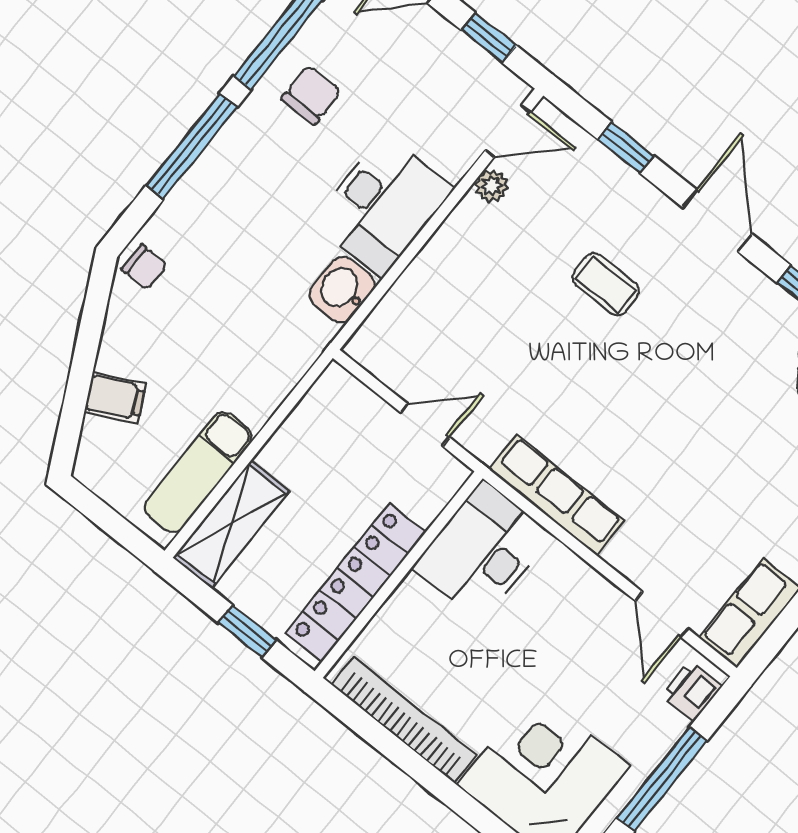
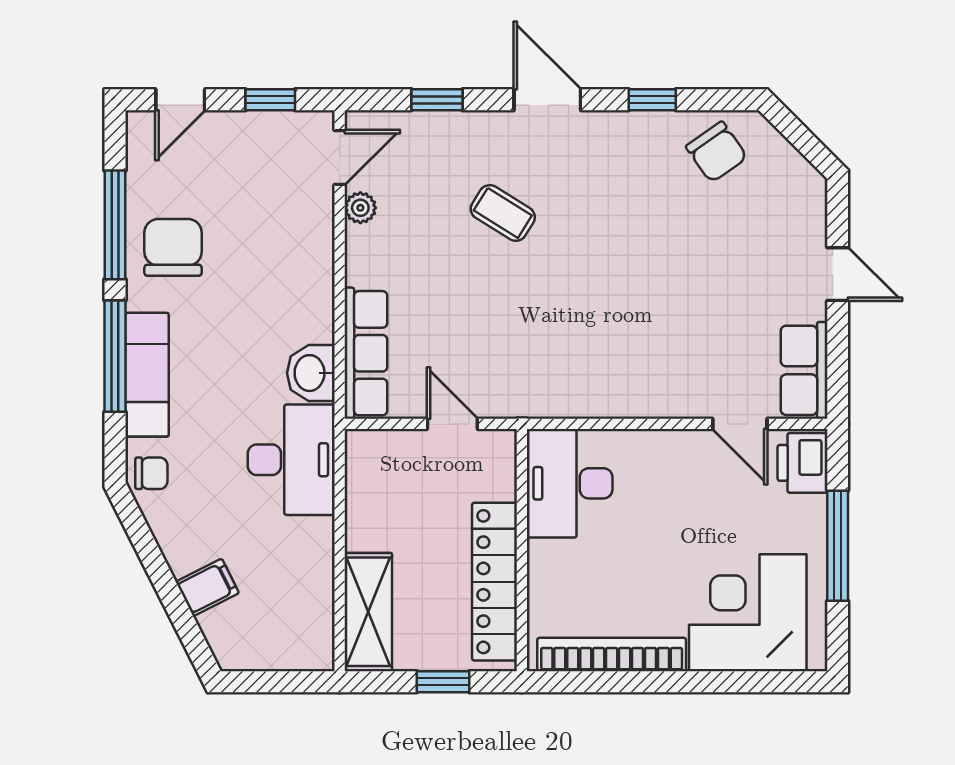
chair: (311, 95) -> (173, 247), width x1.37, depth x1.37
desk: (383, 205) -> (291, 460), moved
coffee table: (606, 284) -> (503, 213), turned 32
door: (425, 425) -> (452, 424), hinge flipped
exam couch: (198, 472) -> (147, 375), moved, turned 180
row of seats: (557, 495) -> (366, 353), moved, turned 90
printer: (692, 691) -> (803, 463), width x1.36, depth x1.24

